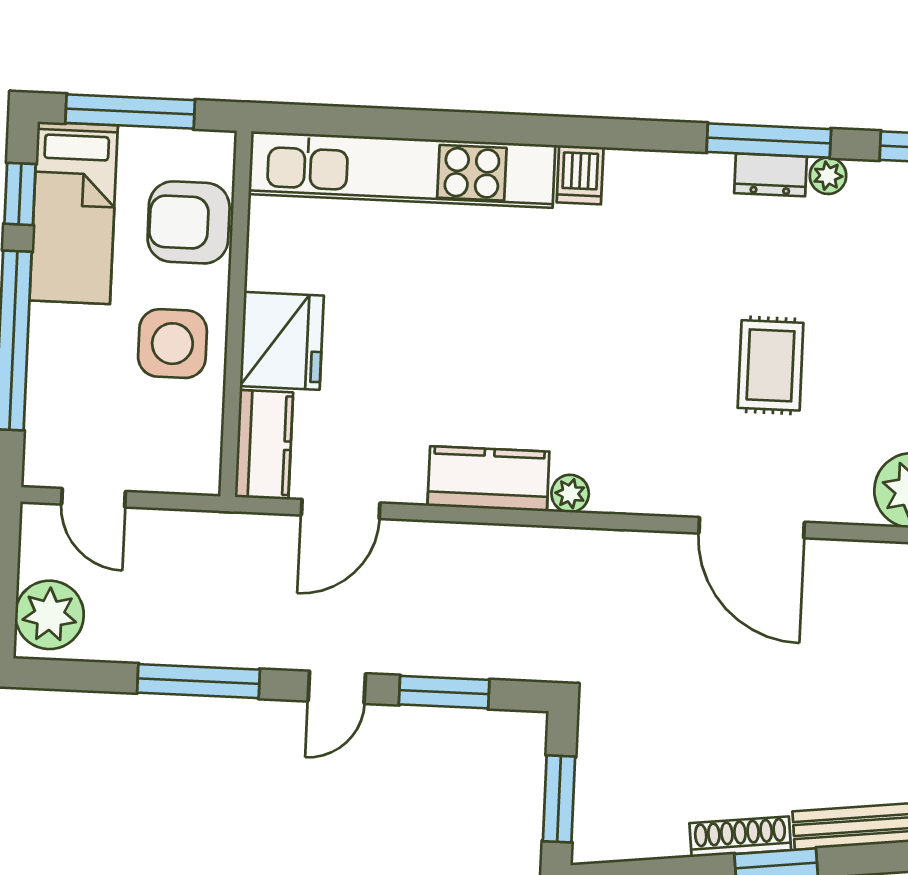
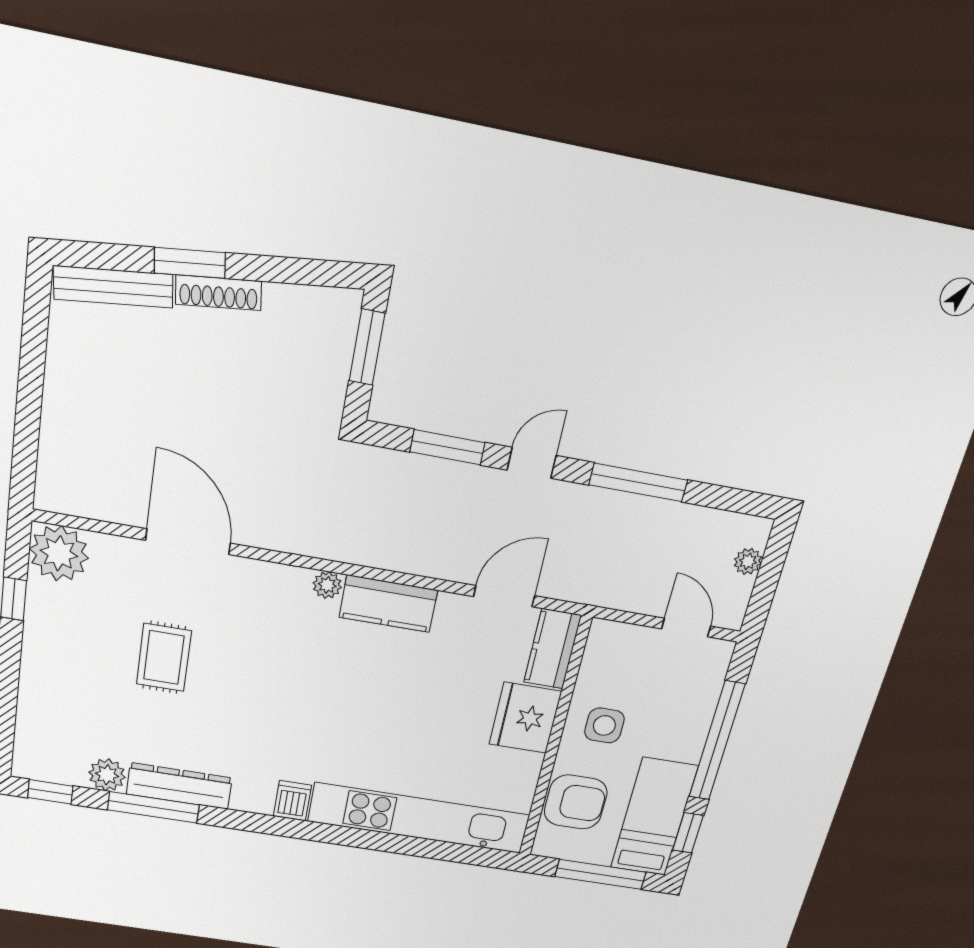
dresser: (771, 175) -> (179, 786), width x1.96, depth x1.24
plant: (828, 176) -> (107, 775), width x1.38, depth x1.38
side table: (172, 344) -> (604, 725), width x0.73, depth x0.73
plant: (49, 615) -> (748, 561), width x0.53, depth x0.53

